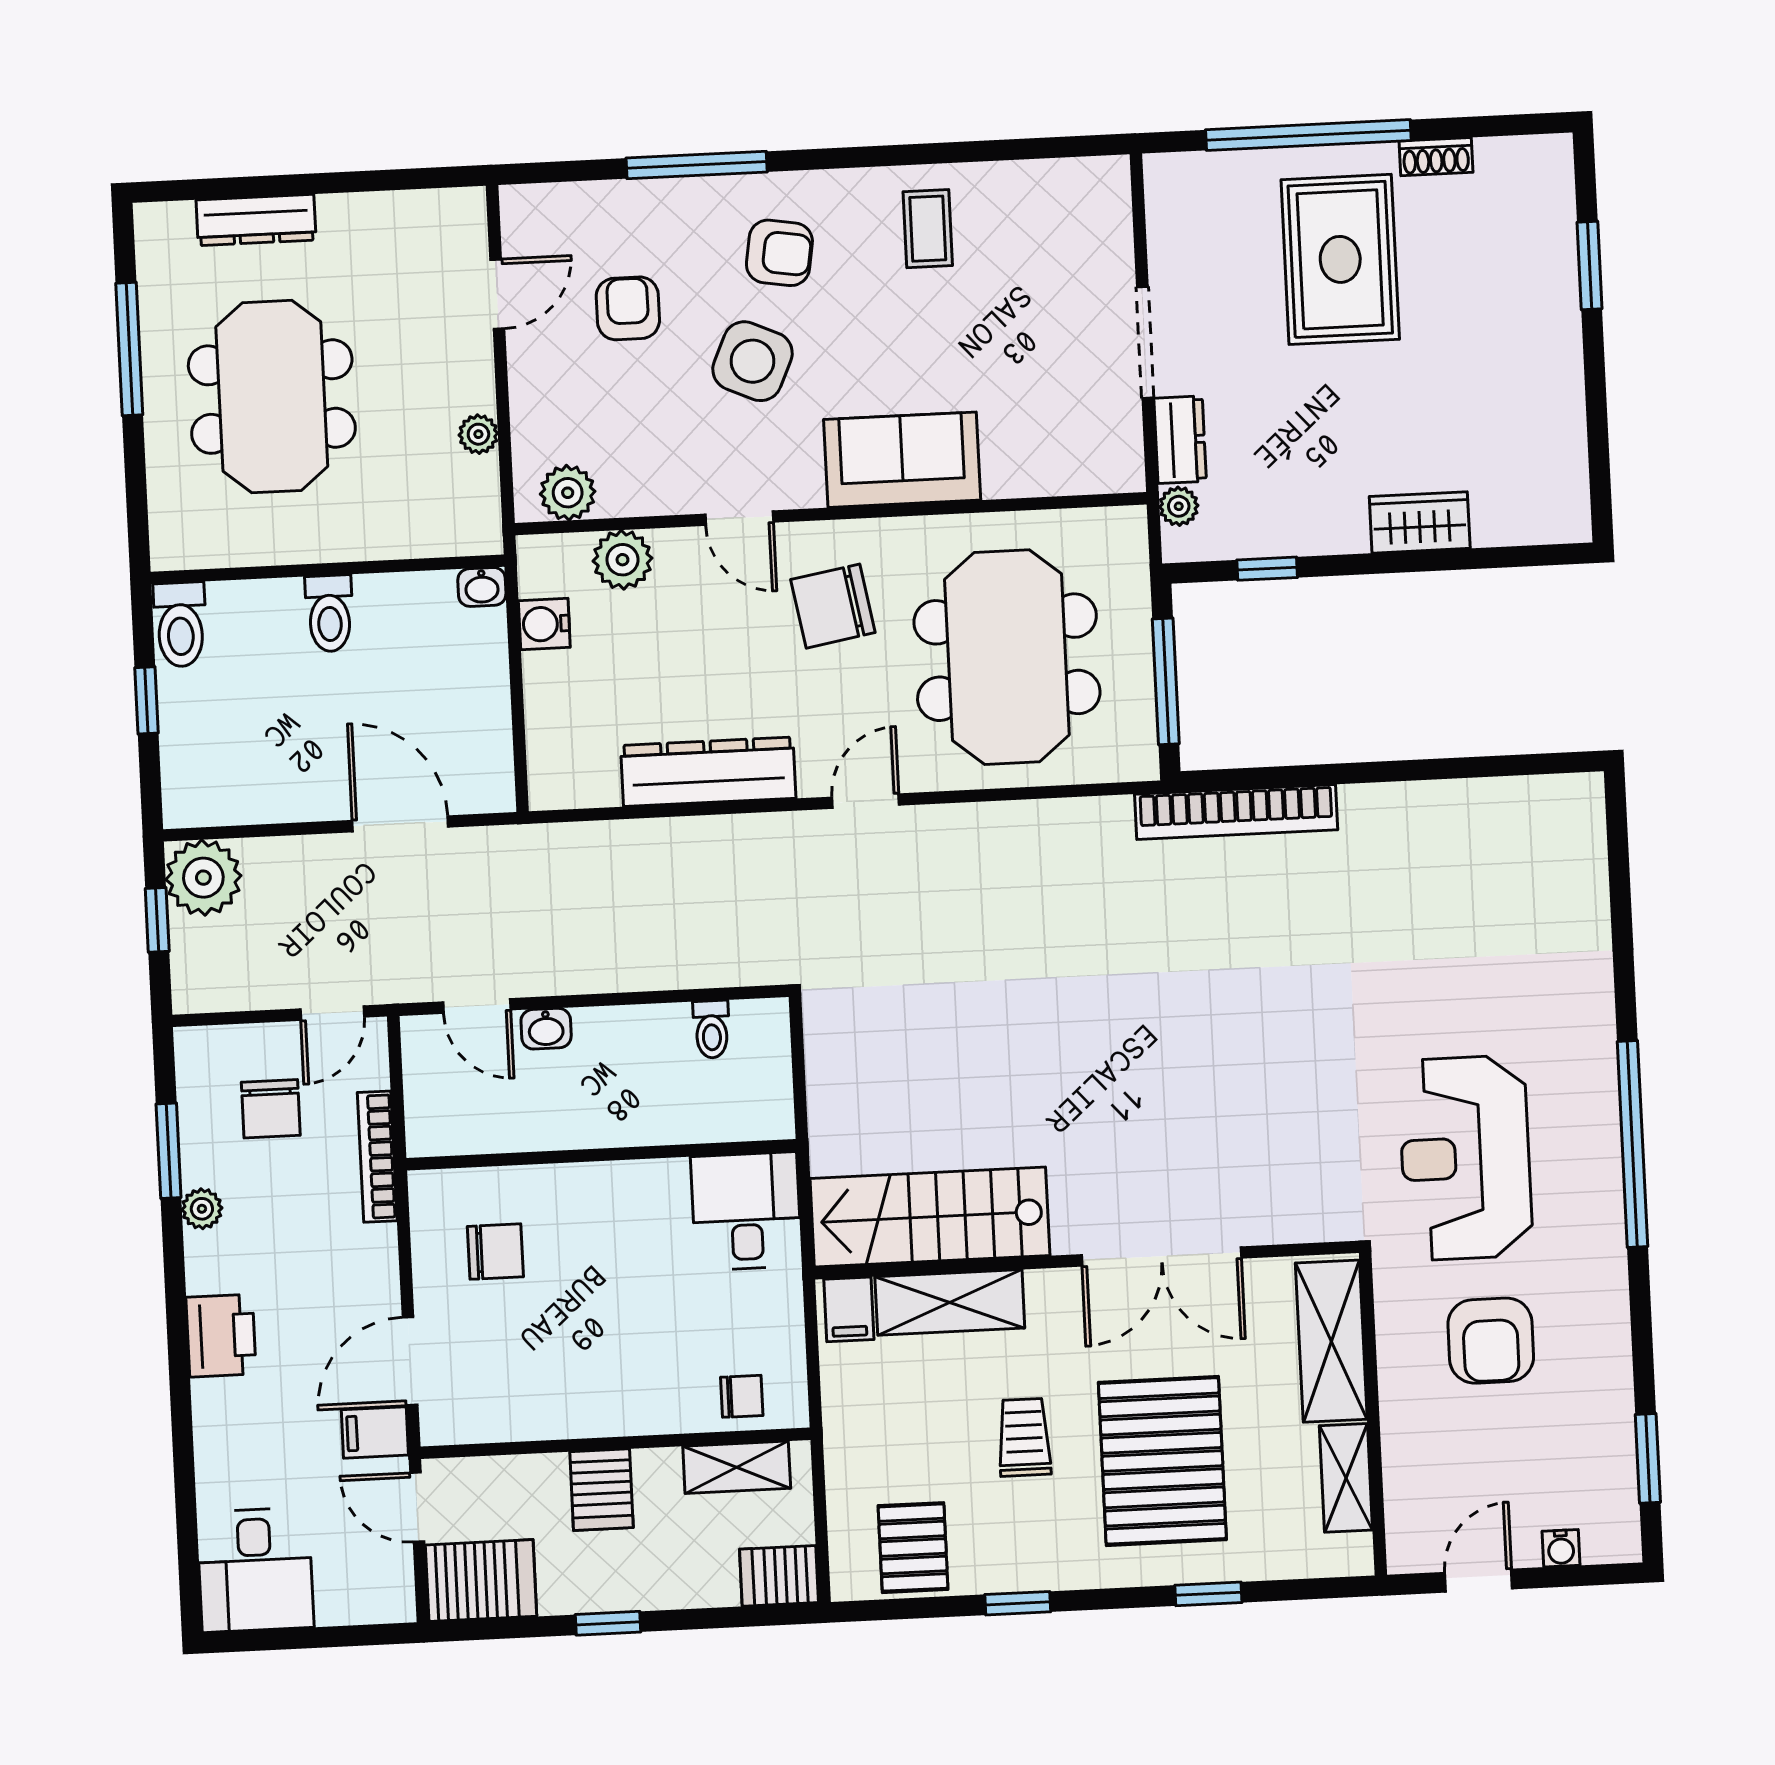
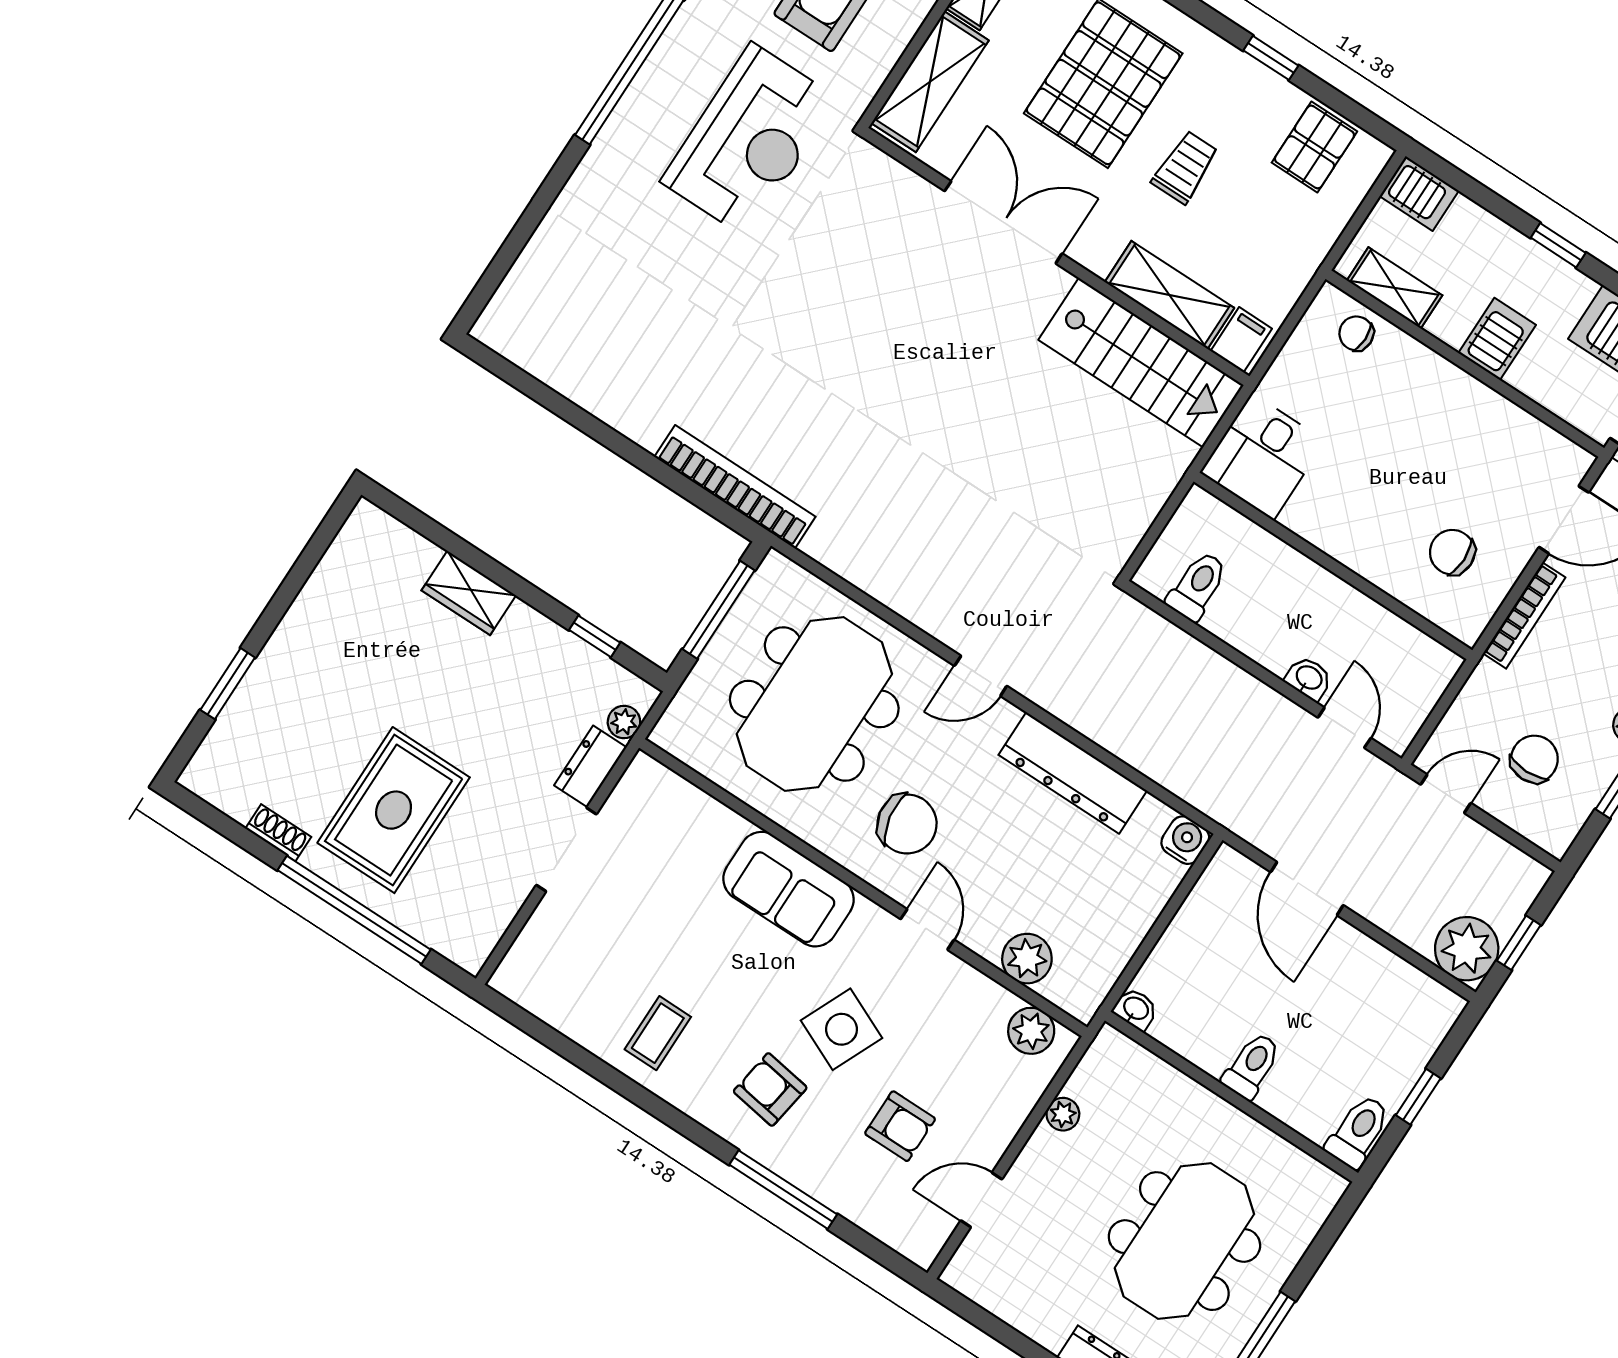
armchair: (628, 308) -> (900, 1126), turned -90
water cooler: (544, 624) -> (1185, 840), moved, turned -90
toilet: (712, 1029) -> (1197, 586), width x1.37, depth x1.39
bookcase: (377, 1157) -> (1524, 615), moved
trolley: (1024, 1437) -> (1185, 167), turned 180

